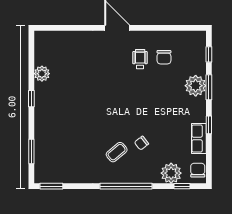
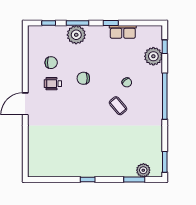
plant: (42, 74) -> (143, 170), moved
coffee table: (117, 152) -> (118, 106), moved
chair: (198, 170) -> (83, 78), moved

